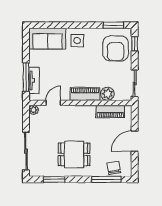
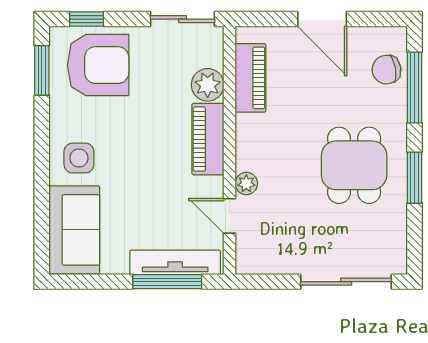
tv unit: (34, 80) -> (175, 262), width x1.41
plant: (34, 110) -> (246, 183), moved
window: (54, 179) -> (415, 178), moved

